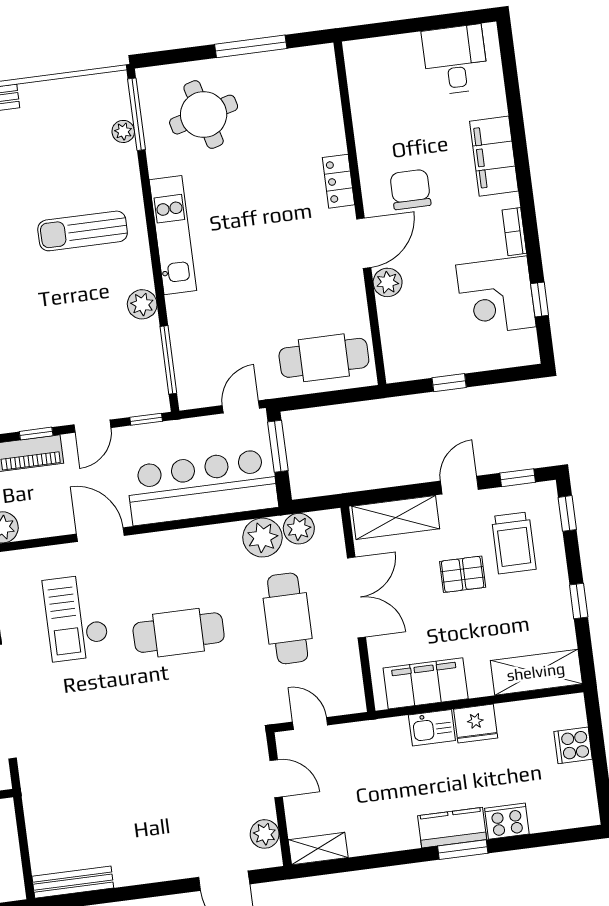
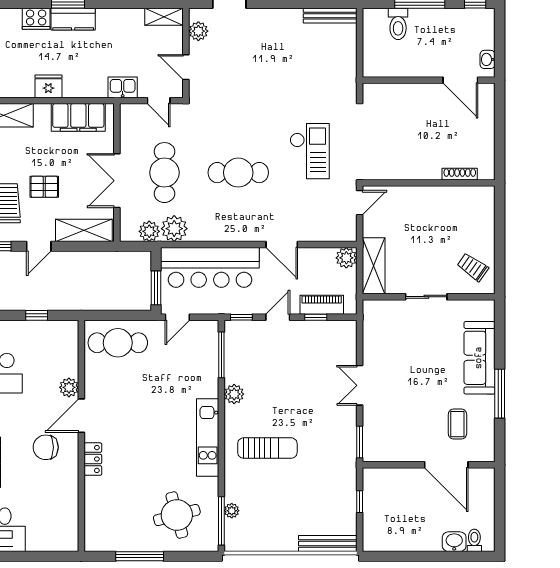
chair: (410, 189) -> (46, 447), turned 90
checkout: (76, 618) -> (310, 151), moved
kitchen sink: (432, 728) -> (123, 87), moved

